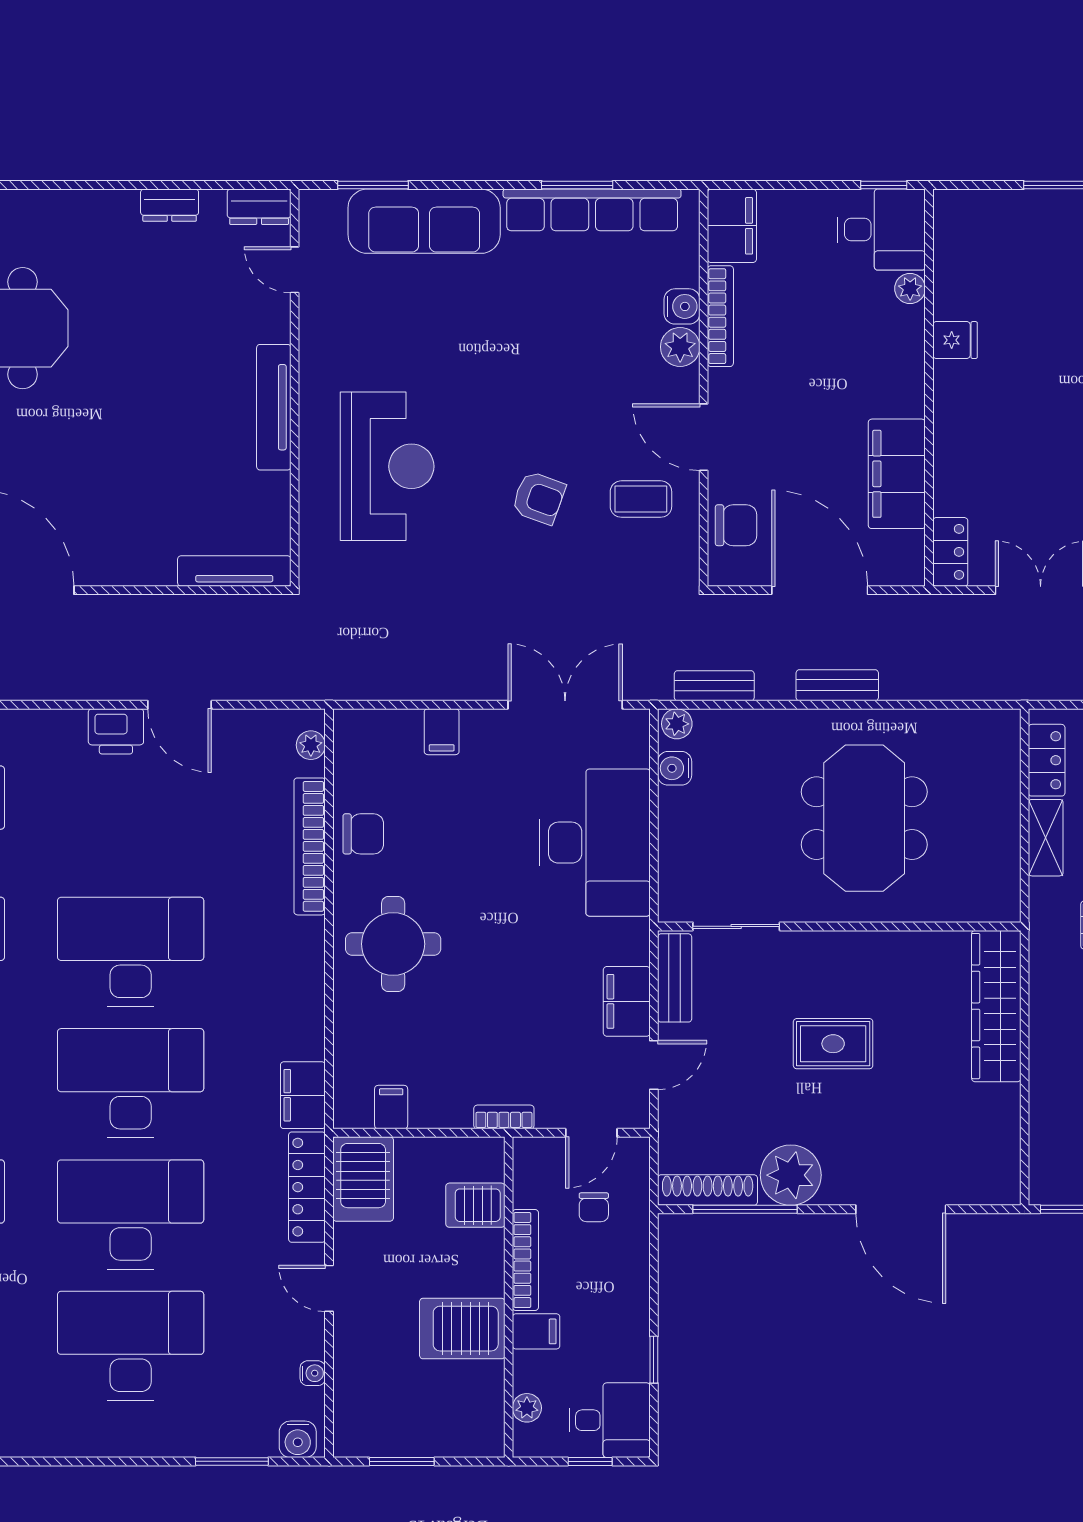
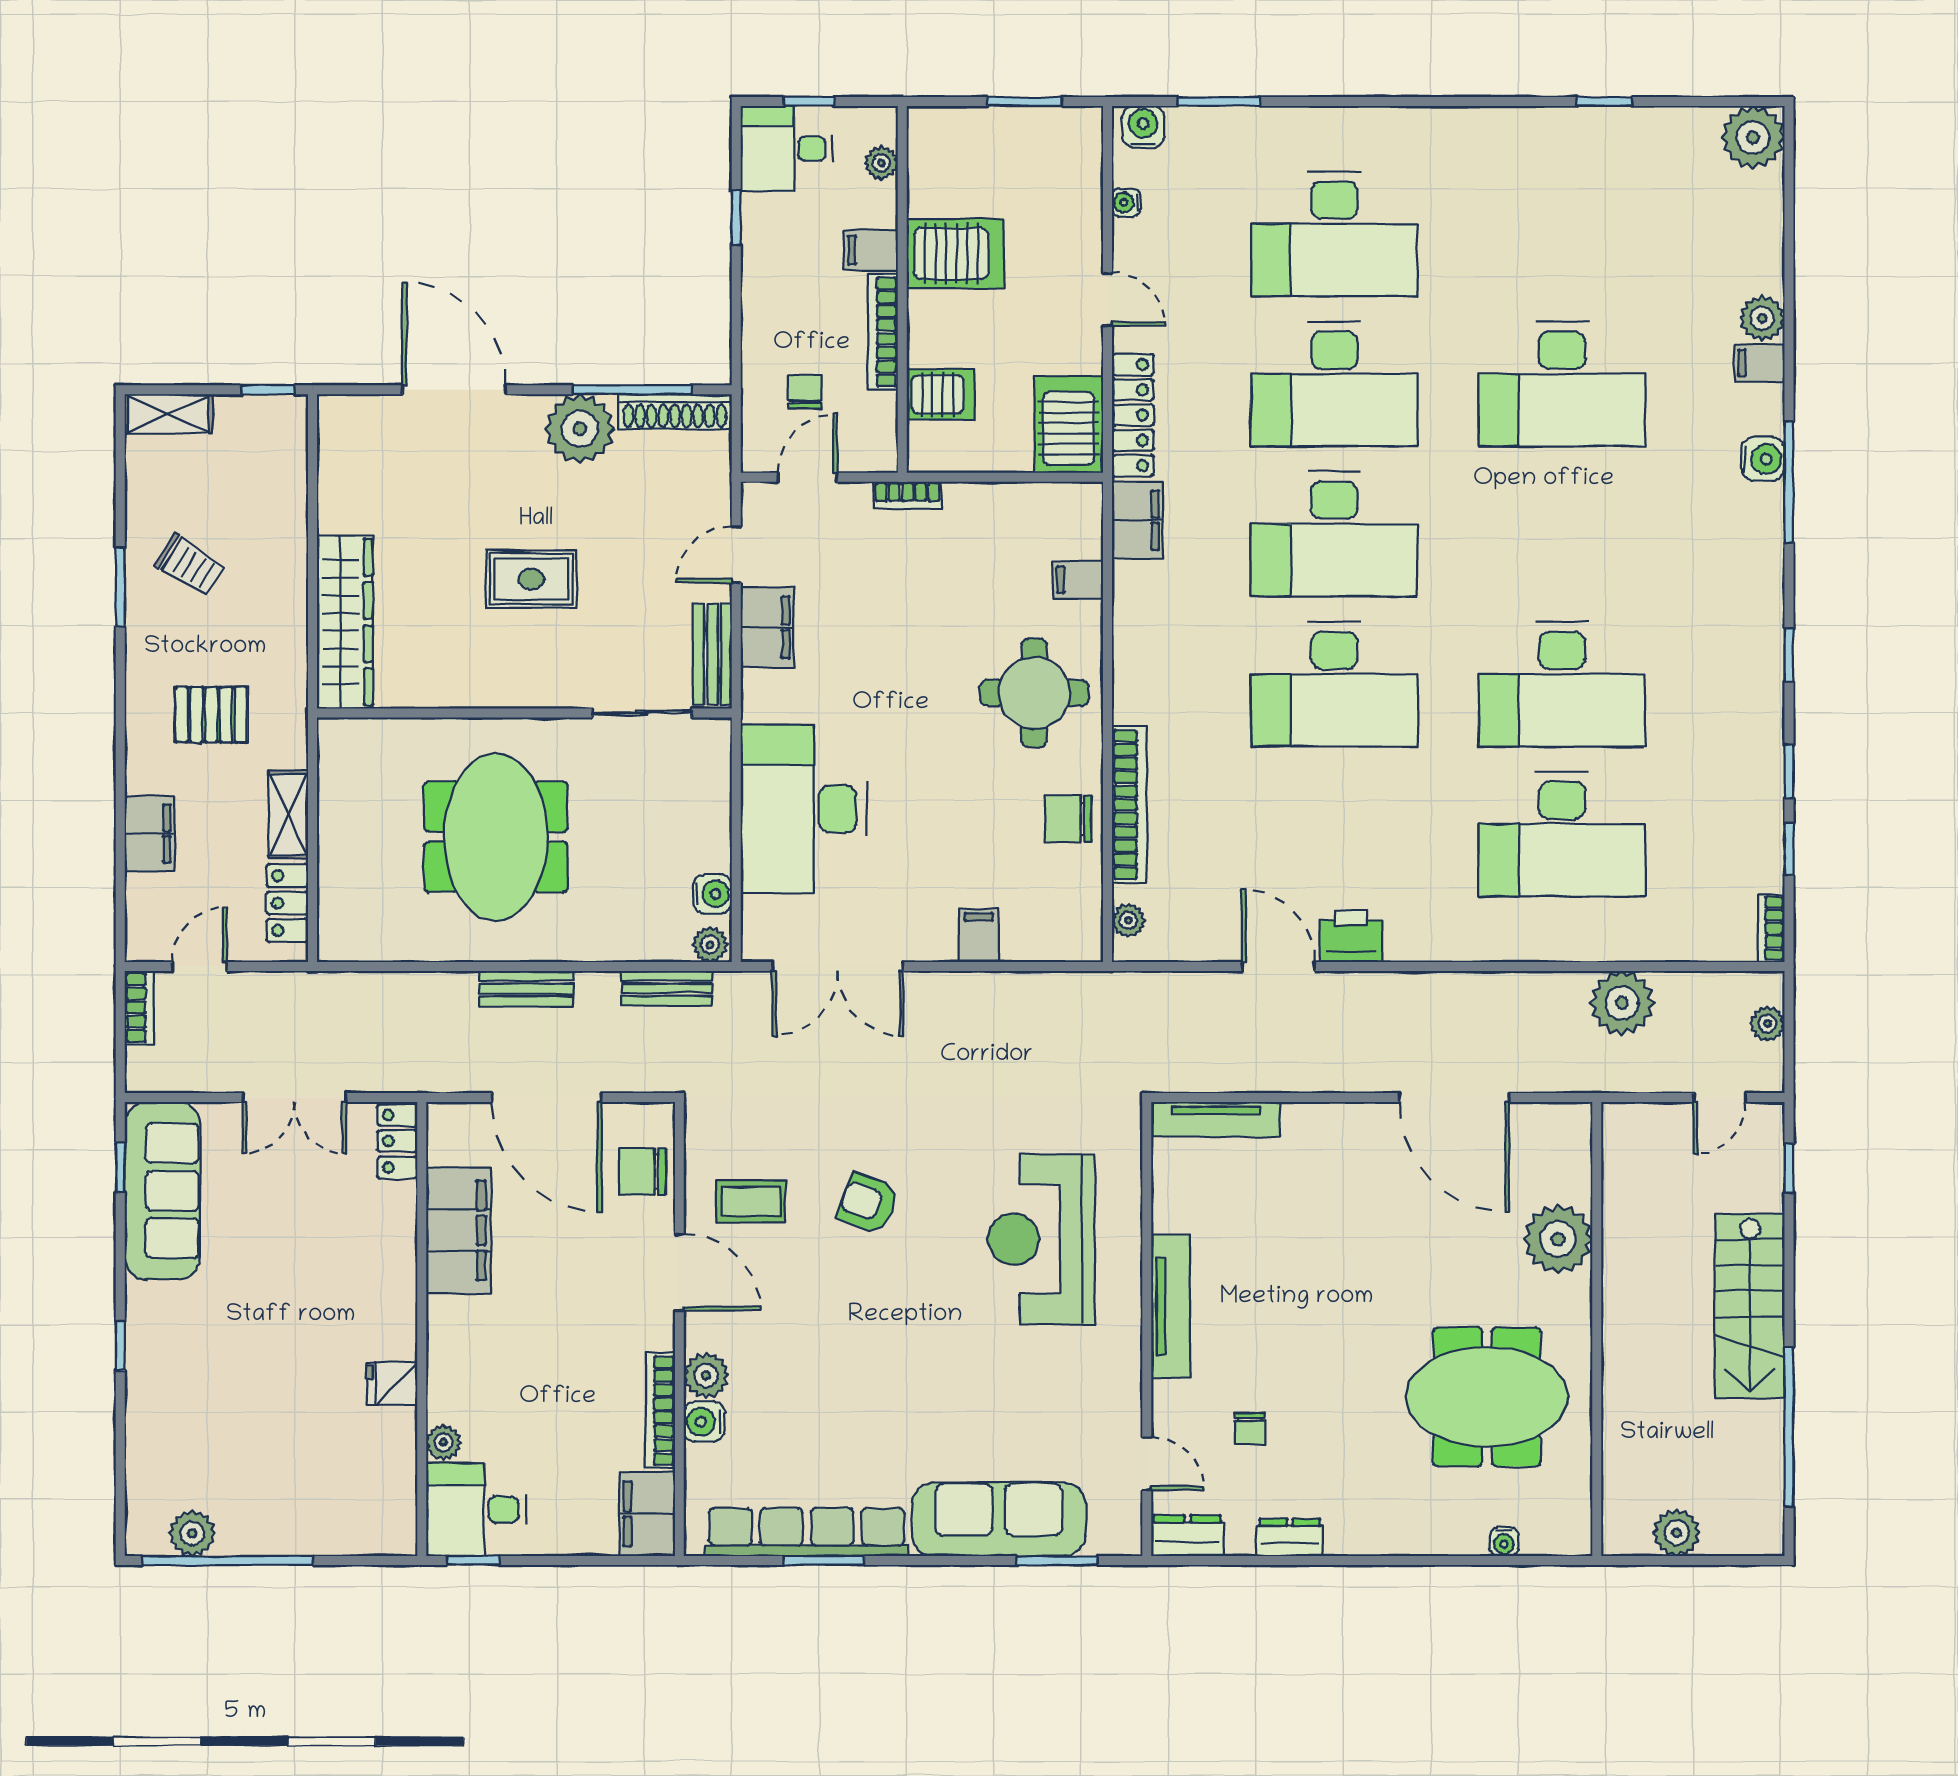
chair: (205, 300) -> (1250, 1429), added
filing cabinet: (391, 1107) -> (1078, 580), moved, turned 90

